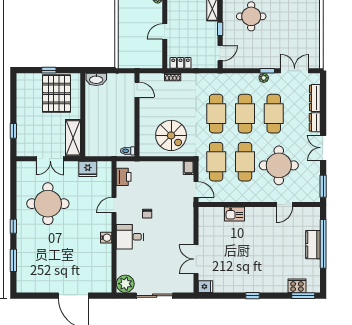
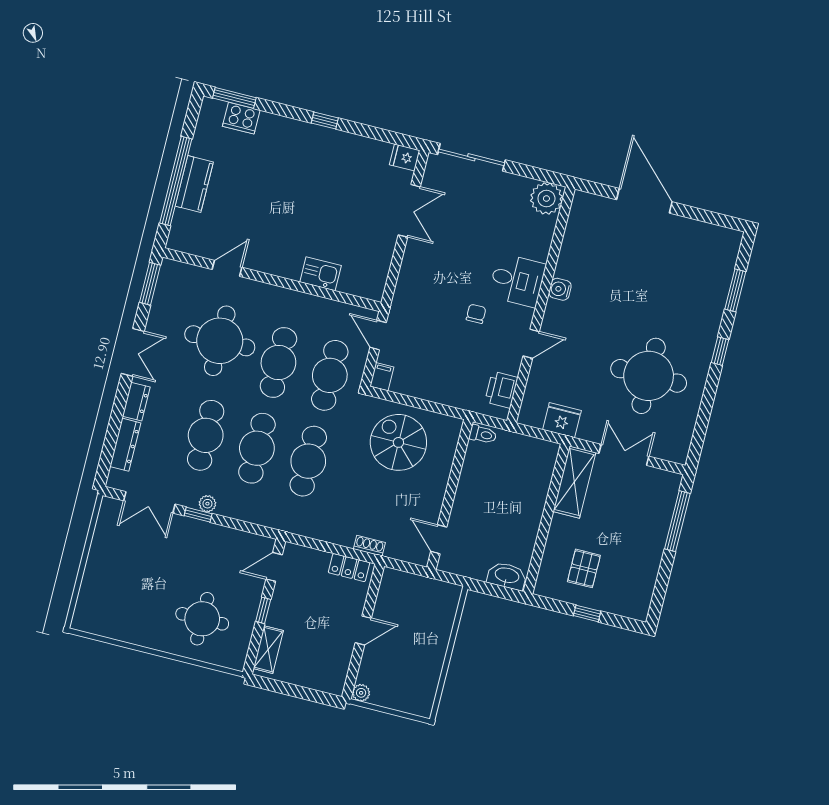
pallet: (56, 94) -> (584, 568), width x0.49, depth x0.50
window: (13, 131) -> (677, 521), width x2.17
sliding door: (155, 296) -> (471, 157), moved

